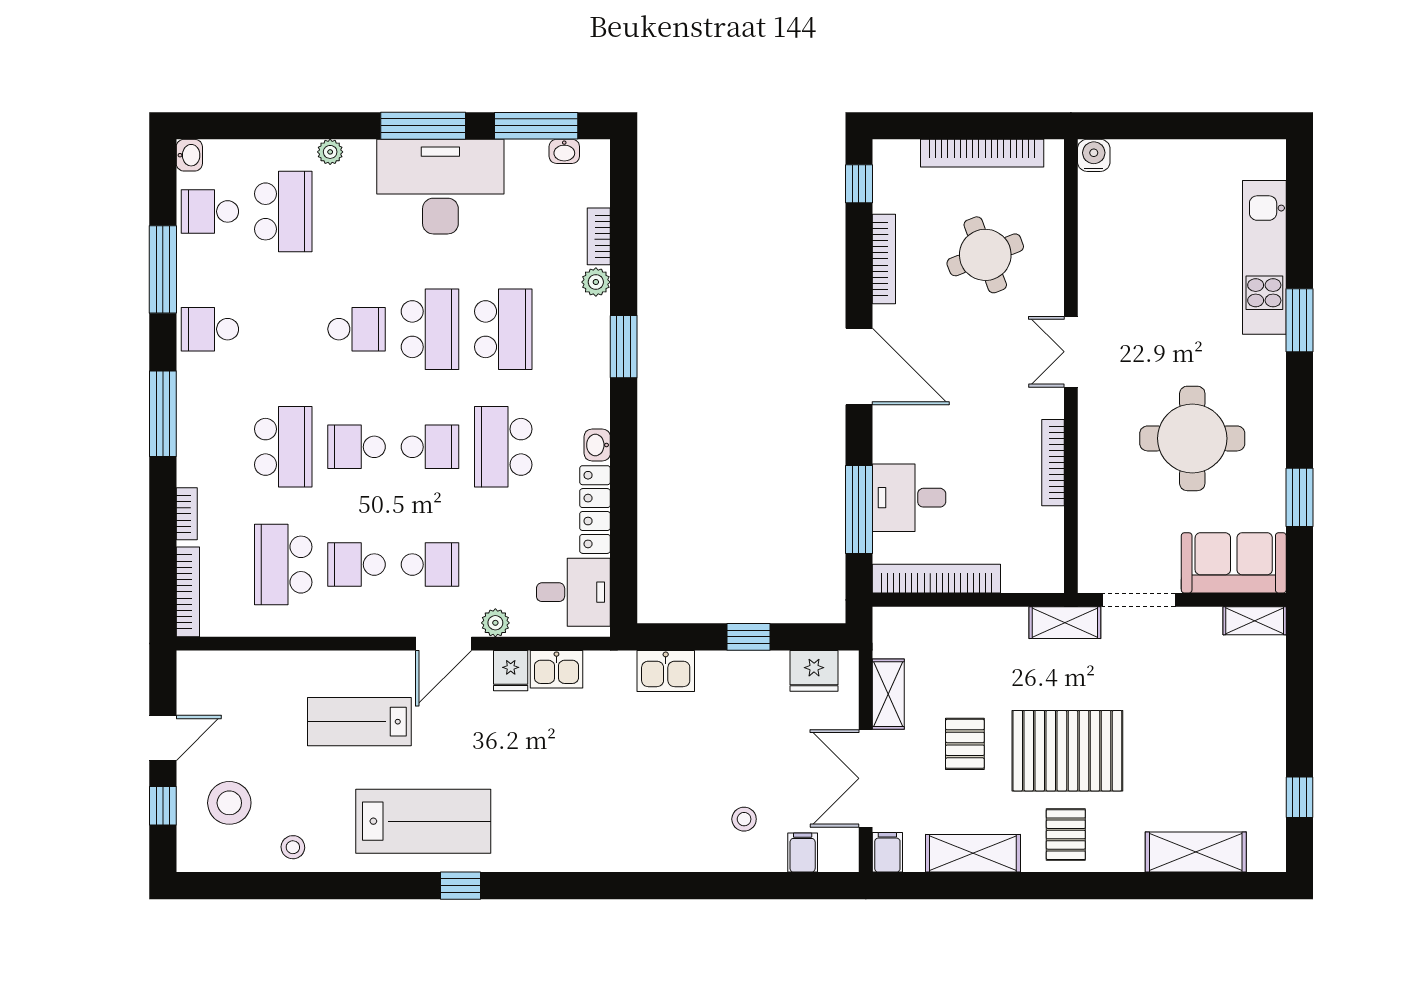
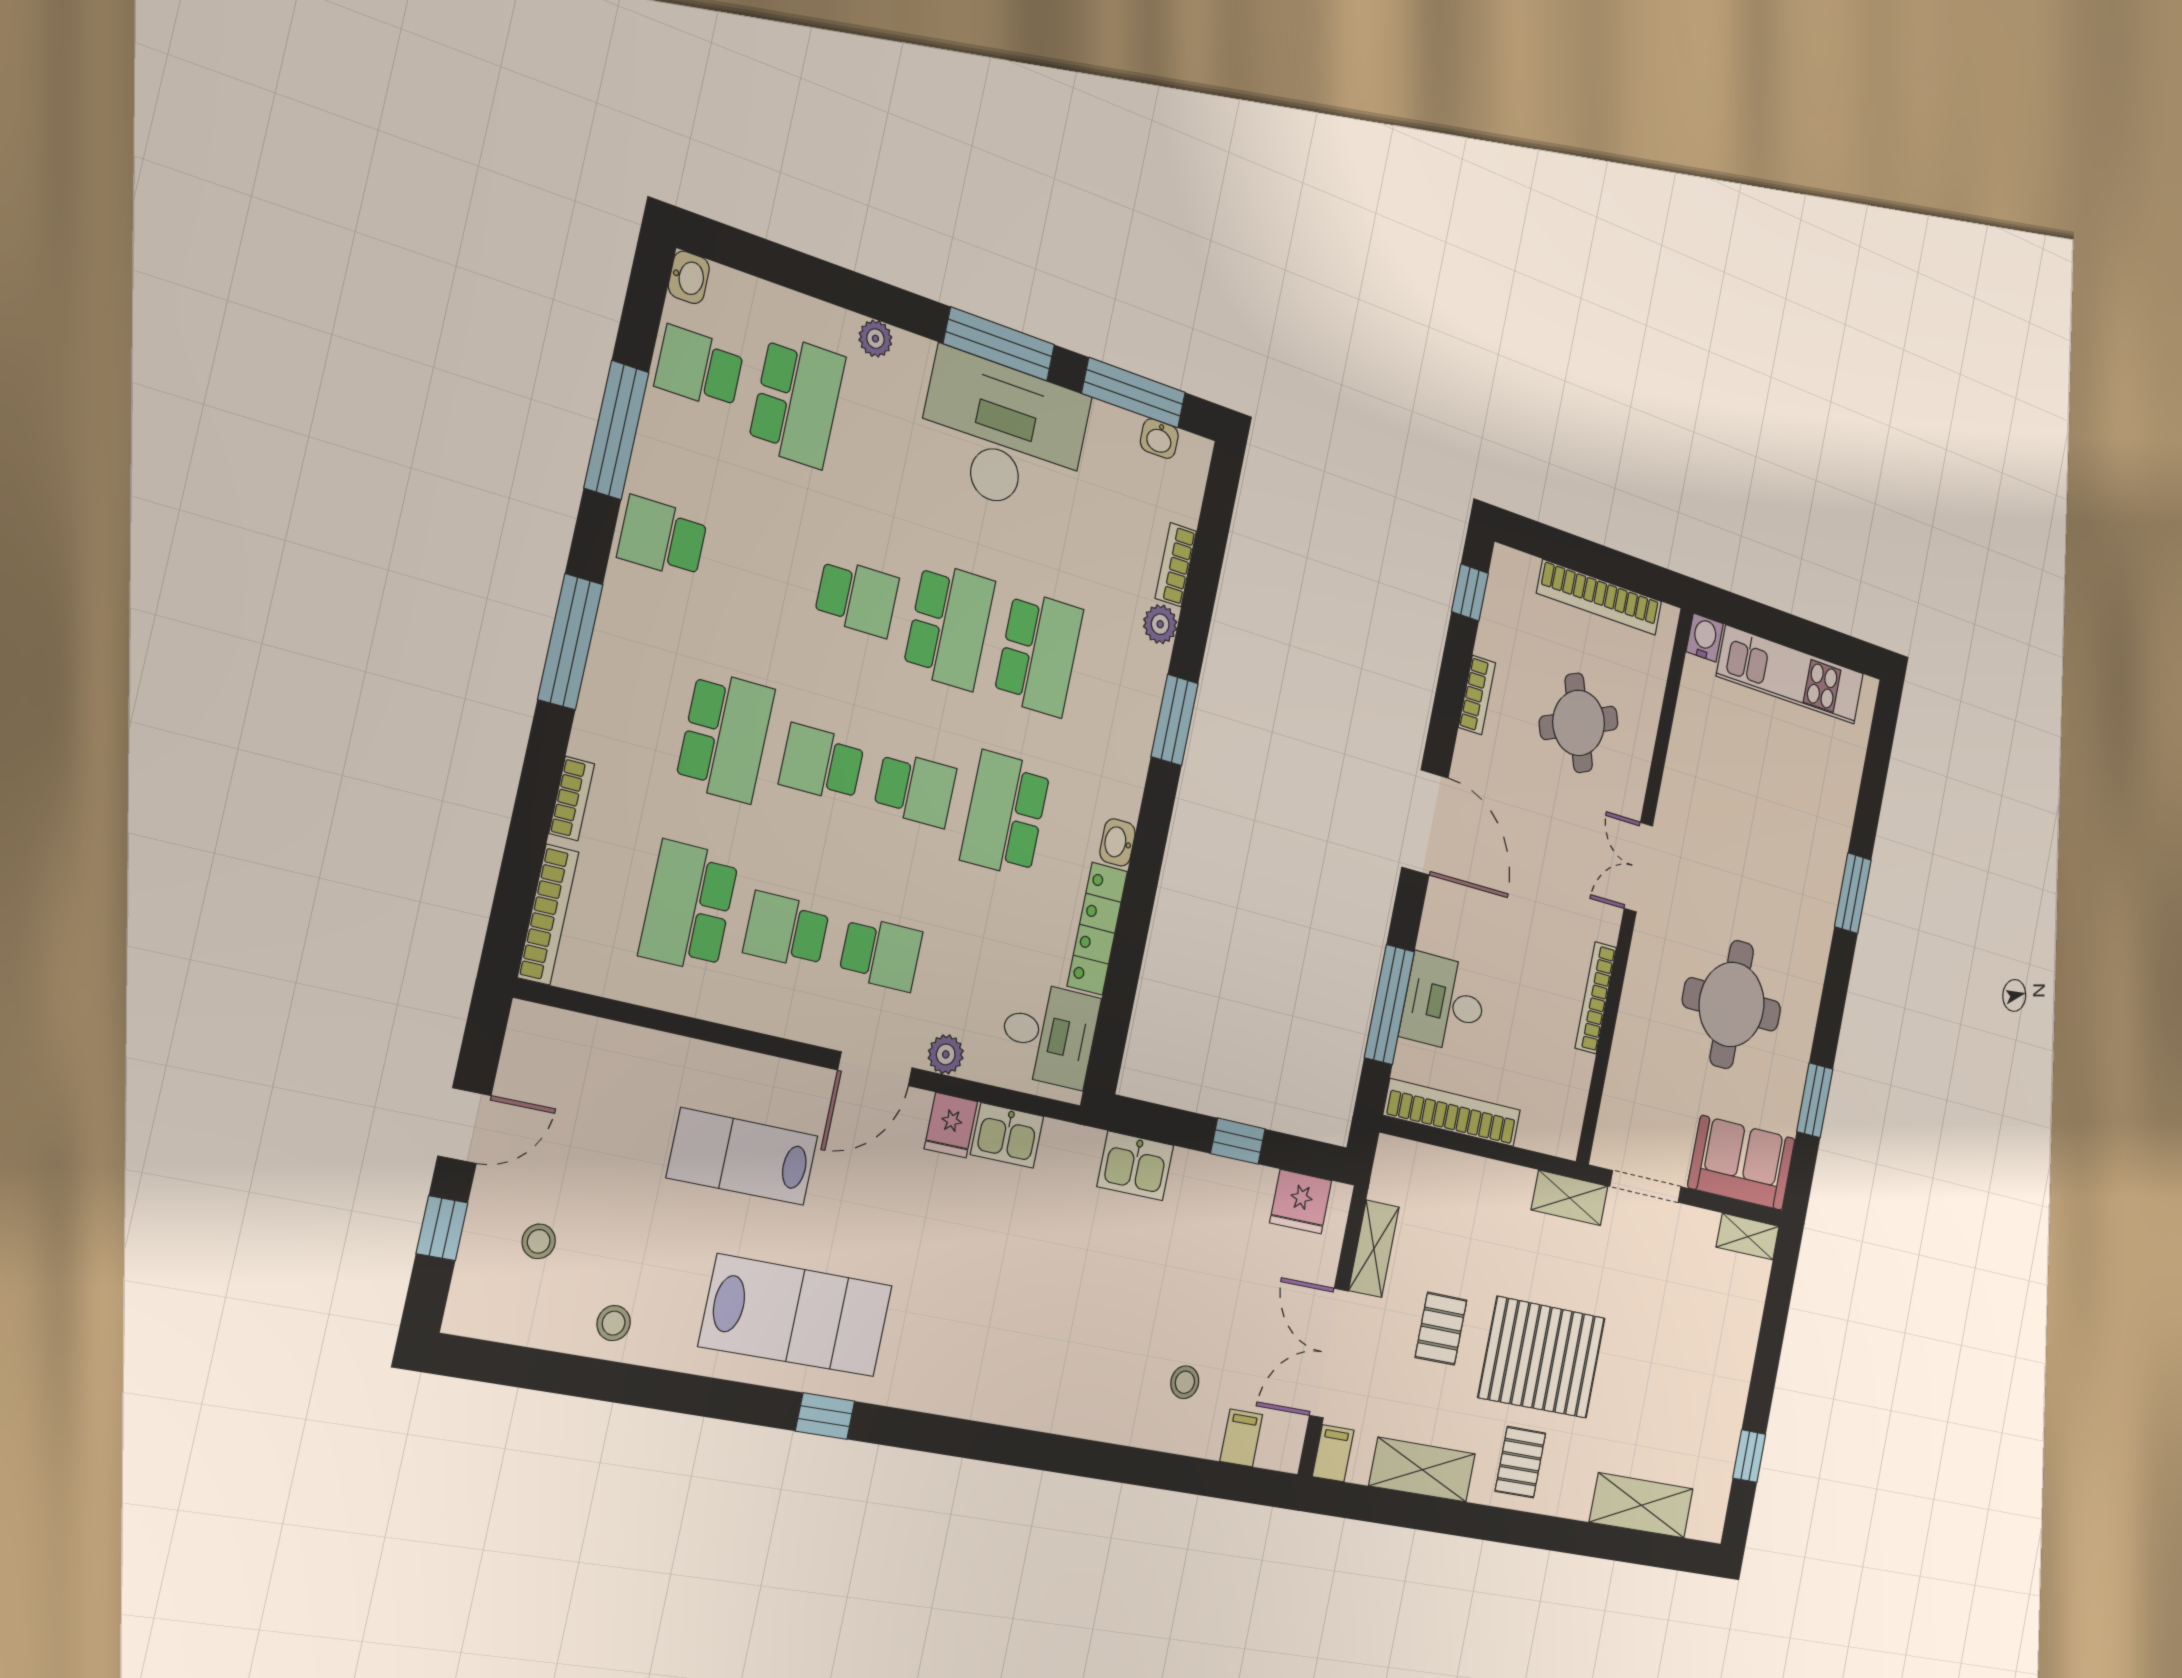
kitchen unit: (1264, 257) -> (1791, 675), moved, turned -90
bookcase: (884, 259) -> (1477, 695), width x0.64
stool: (229, 803) -> (539, 1241), width x0.53, depth x0.53

